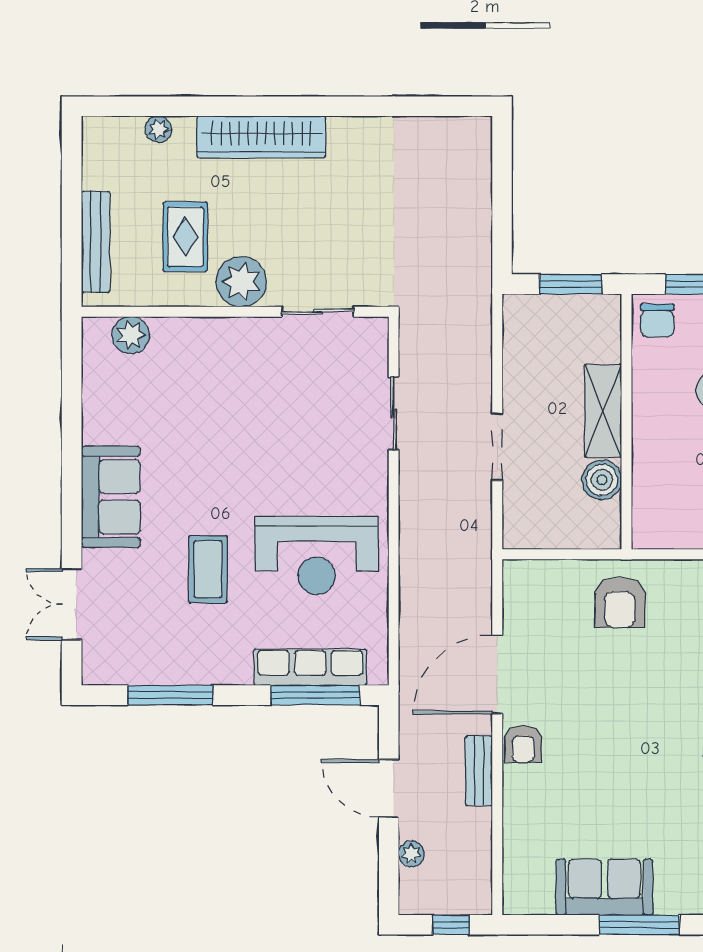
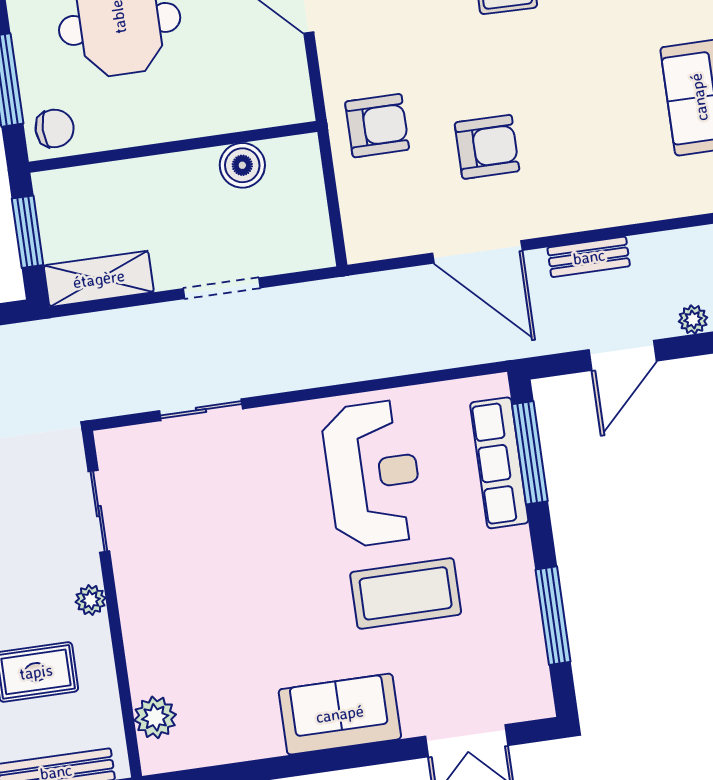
plant: (241, 282) -> (91, 600), width x0.53, depth x0.53
shelving: (603, 411) -> (99, 279), moved
coffee table: (208, 569) -> (406, 593), width x1.36, depth x1.32
armchair: (523, 744) -> (487, 147), moved, width x1.38, depth x1.38

